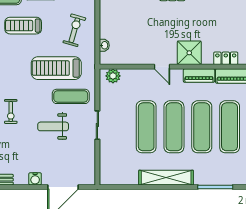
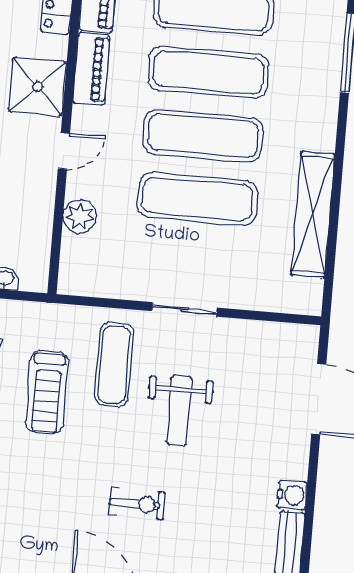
treadmill: (56, 68) -> (47, 392), width x0.73, depth x0.73
plant: (113, 76) -> (80, 217), moved
shelving: (166, 178) -> (313, 215), moved
water cooler: (35, 179) -> (292, 495), moved

